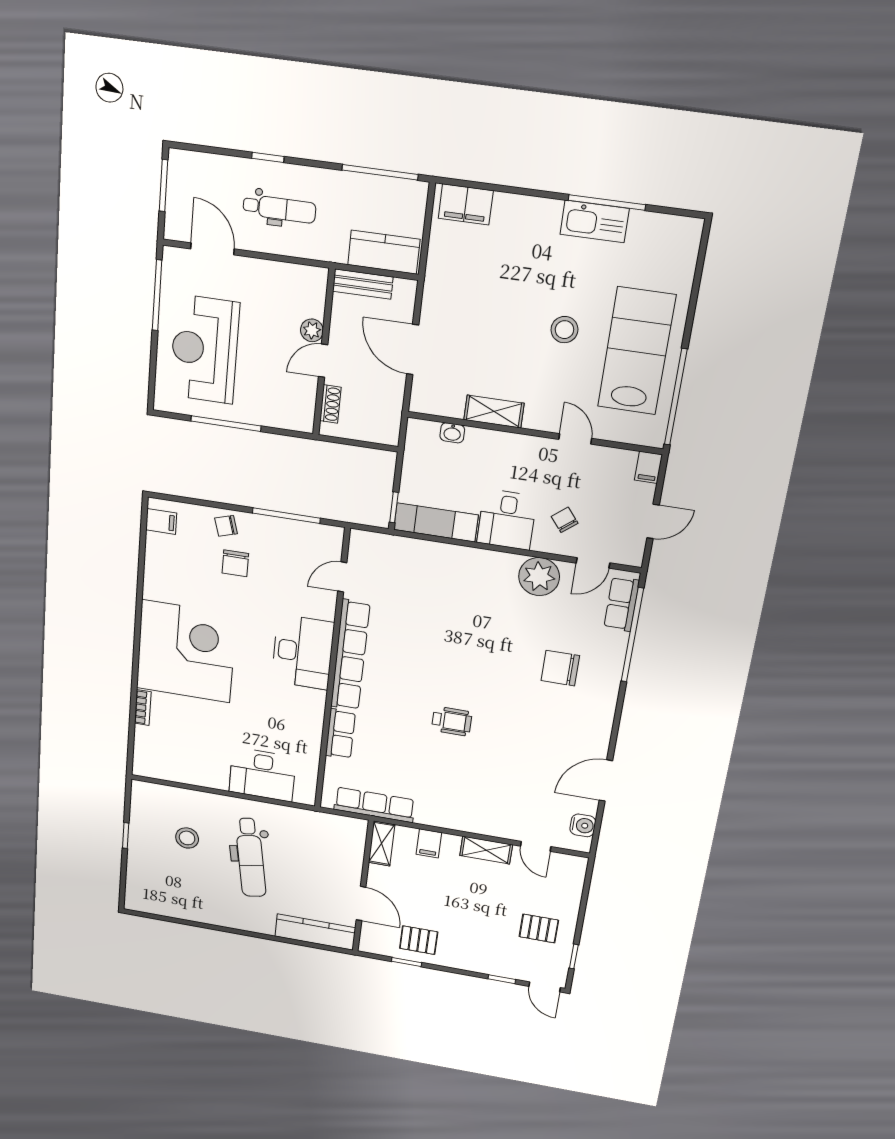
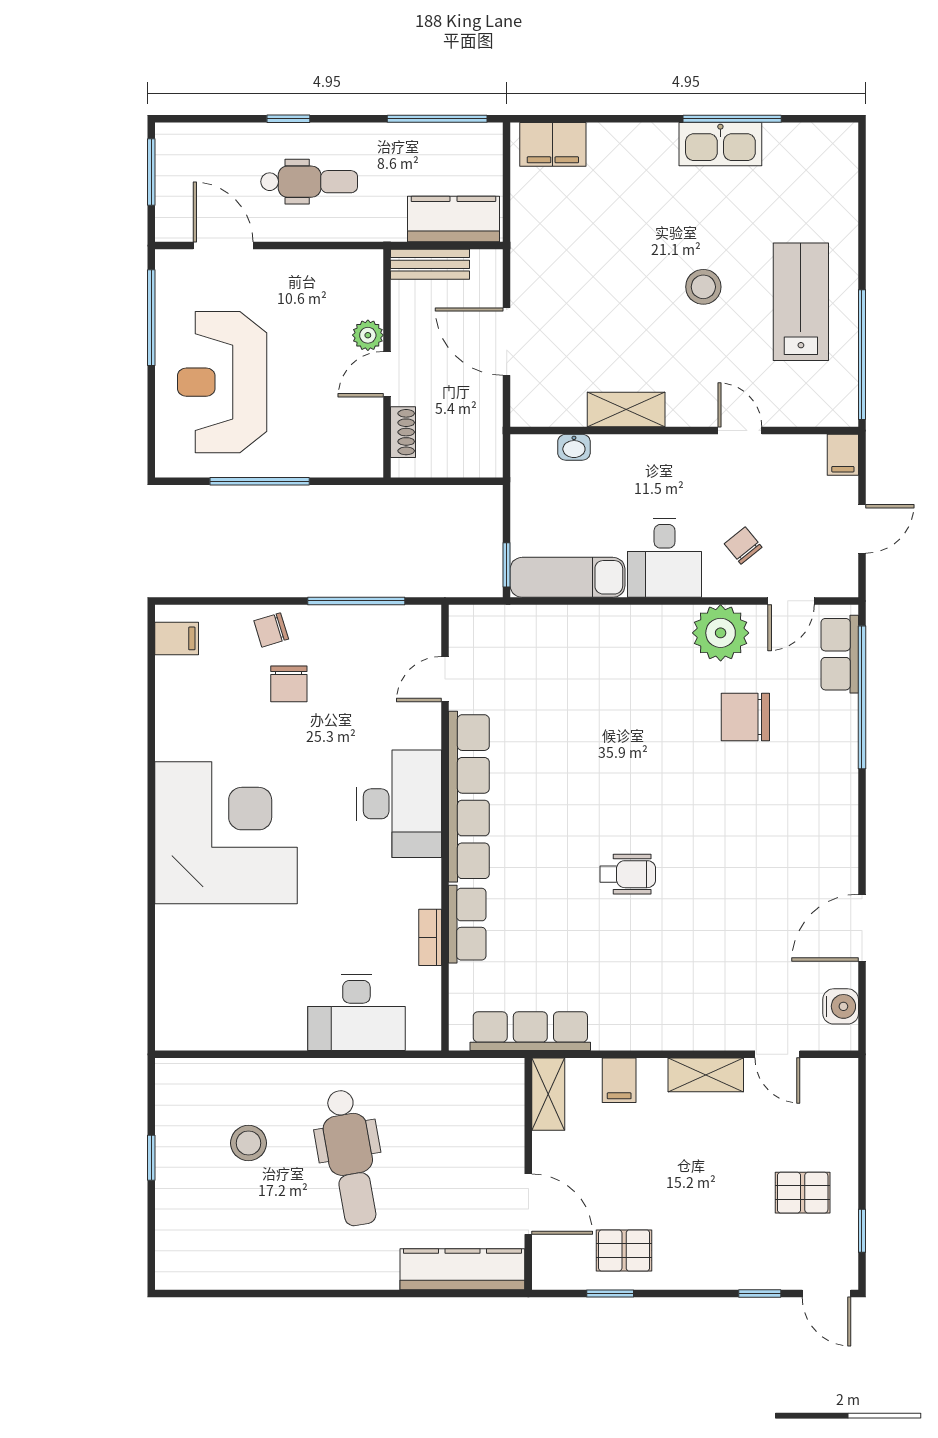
lab bench: (636, 351) -> (801, 302), width x0.73, depth x0.72
chair: (560, 668) -> (745, 717), moved
bookcase: (143, 708) -> (430, 937), moved, turned 180

